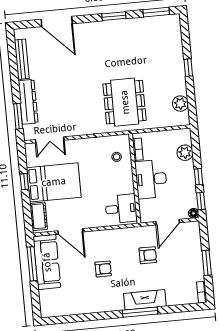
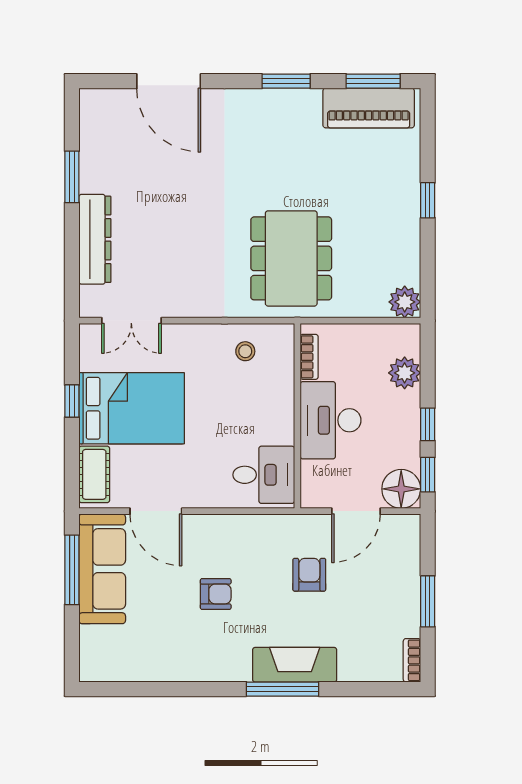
piano: (155, 25) -> (369, 108), added
bench: (22, 59) -> (90, 151), removed
plant: (180, 104) -> (405, 302), moved
window: (18, 116) -> (72, 177), moved
stool: (117, 157) -> (245, 351), moved
floor lamp: (194, 213) -> (401, 489), width x1.89, depth x1.89
armchair: (148, 255) -> (309, 575), turned -90

